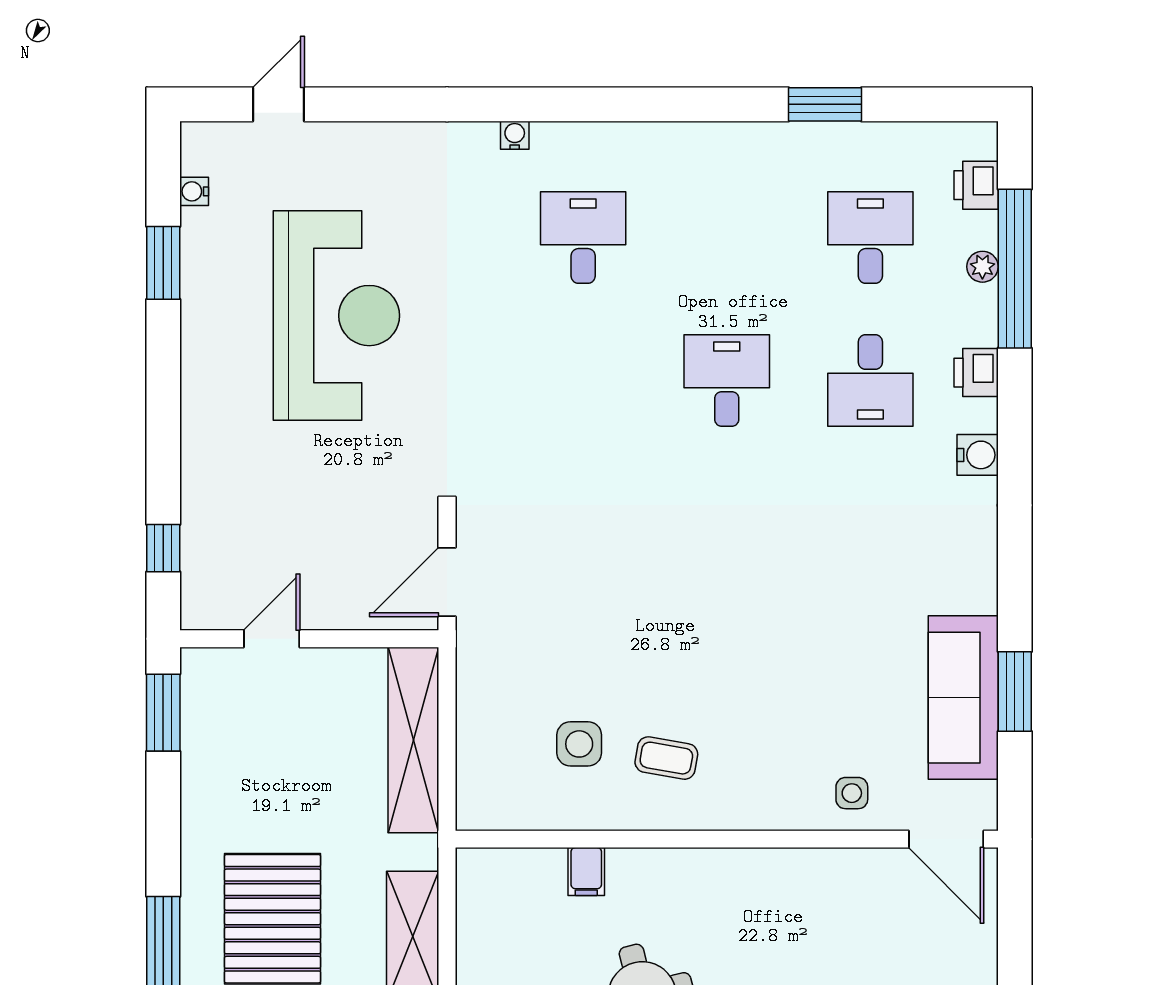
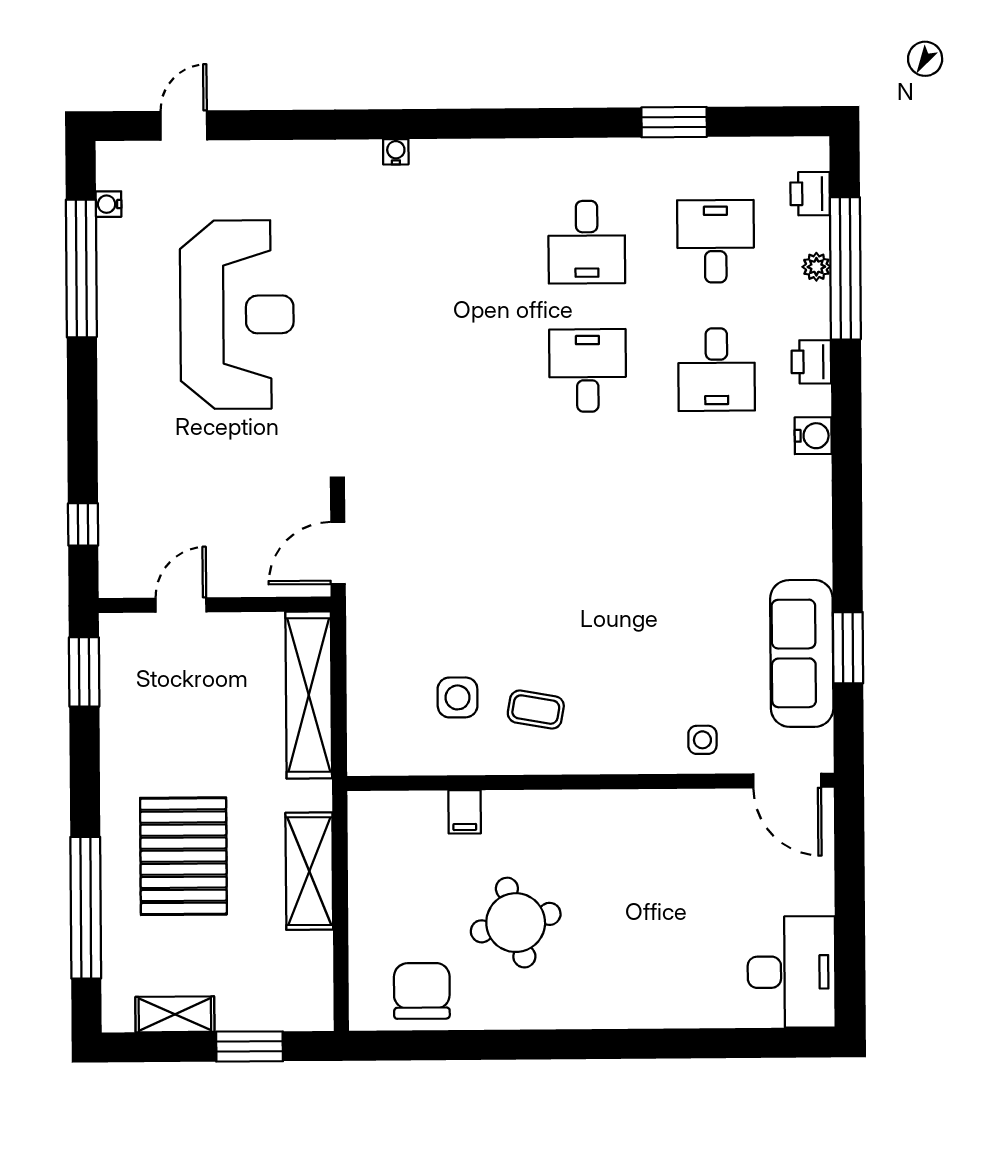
desk: (583, 237) -> (587, 242), moved, turned 180
window: (163, 263) -> (81, 268), width x2.11

